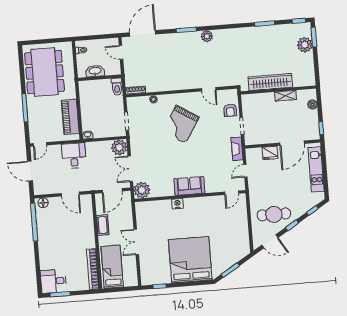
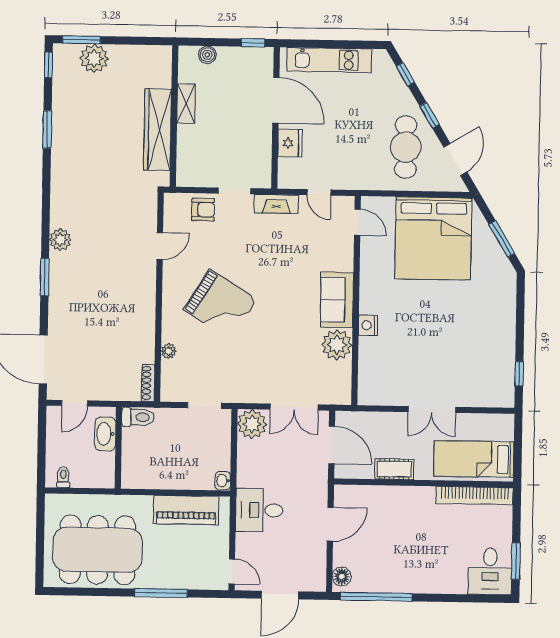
washbasin: (95, 71) -> (105, 434), moved
plant: (142, 190) -> (337, 345), moved
bed: (190, 260) -> (433, 238), moved, turned -90

